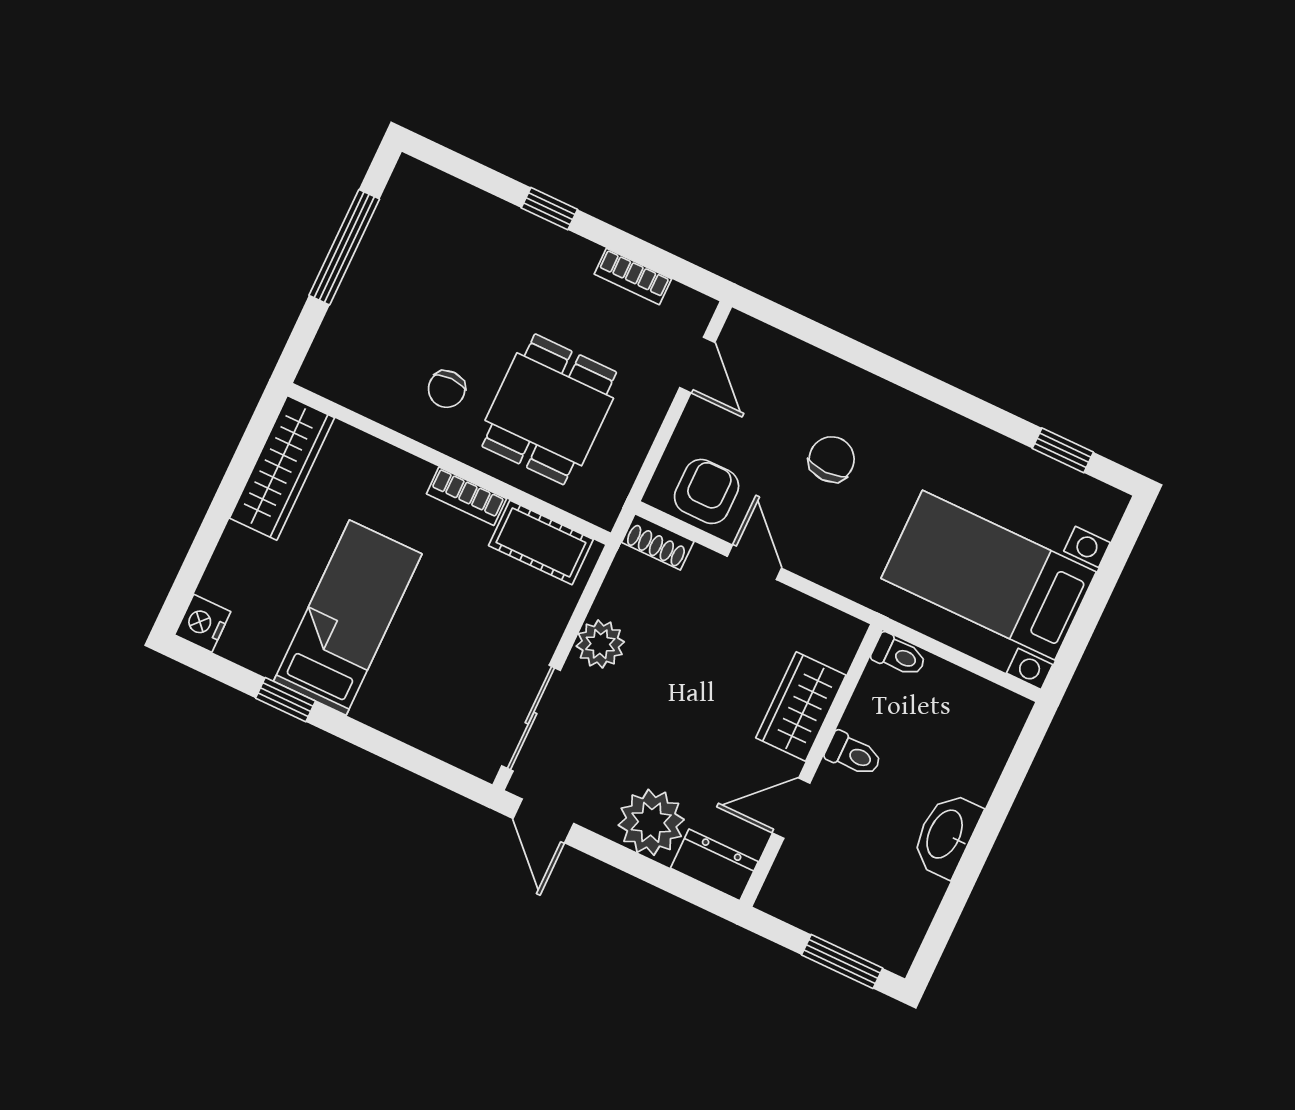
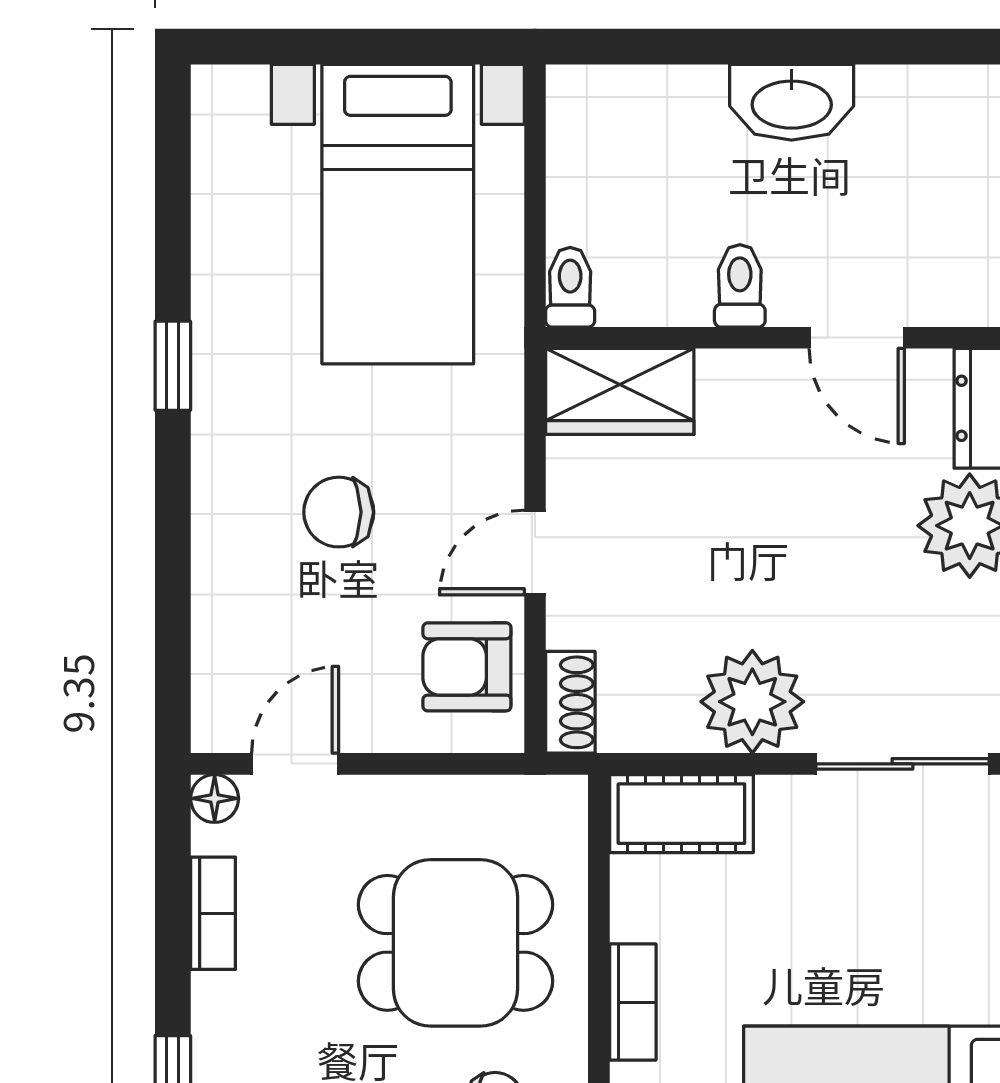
floor lamp: (699, 309) -> (215, 798), added
window: (1063, 450) -> (173, 366), moved
cot: (541, 543) -> (681, 814), moved, turned 90
plant: (600, 644) -> (752, 702), width x1.36, depth x1.36
wardrobe: (801, 707) -> (620, 391), moved

